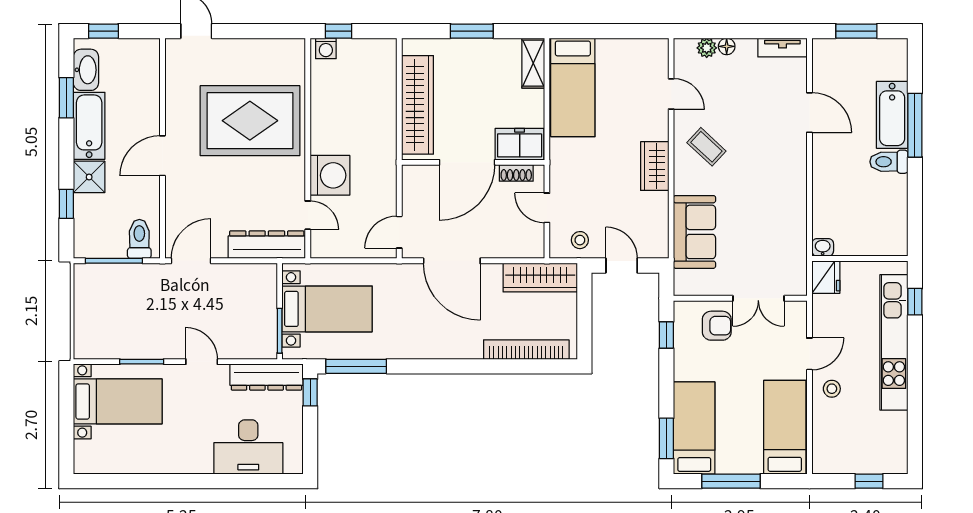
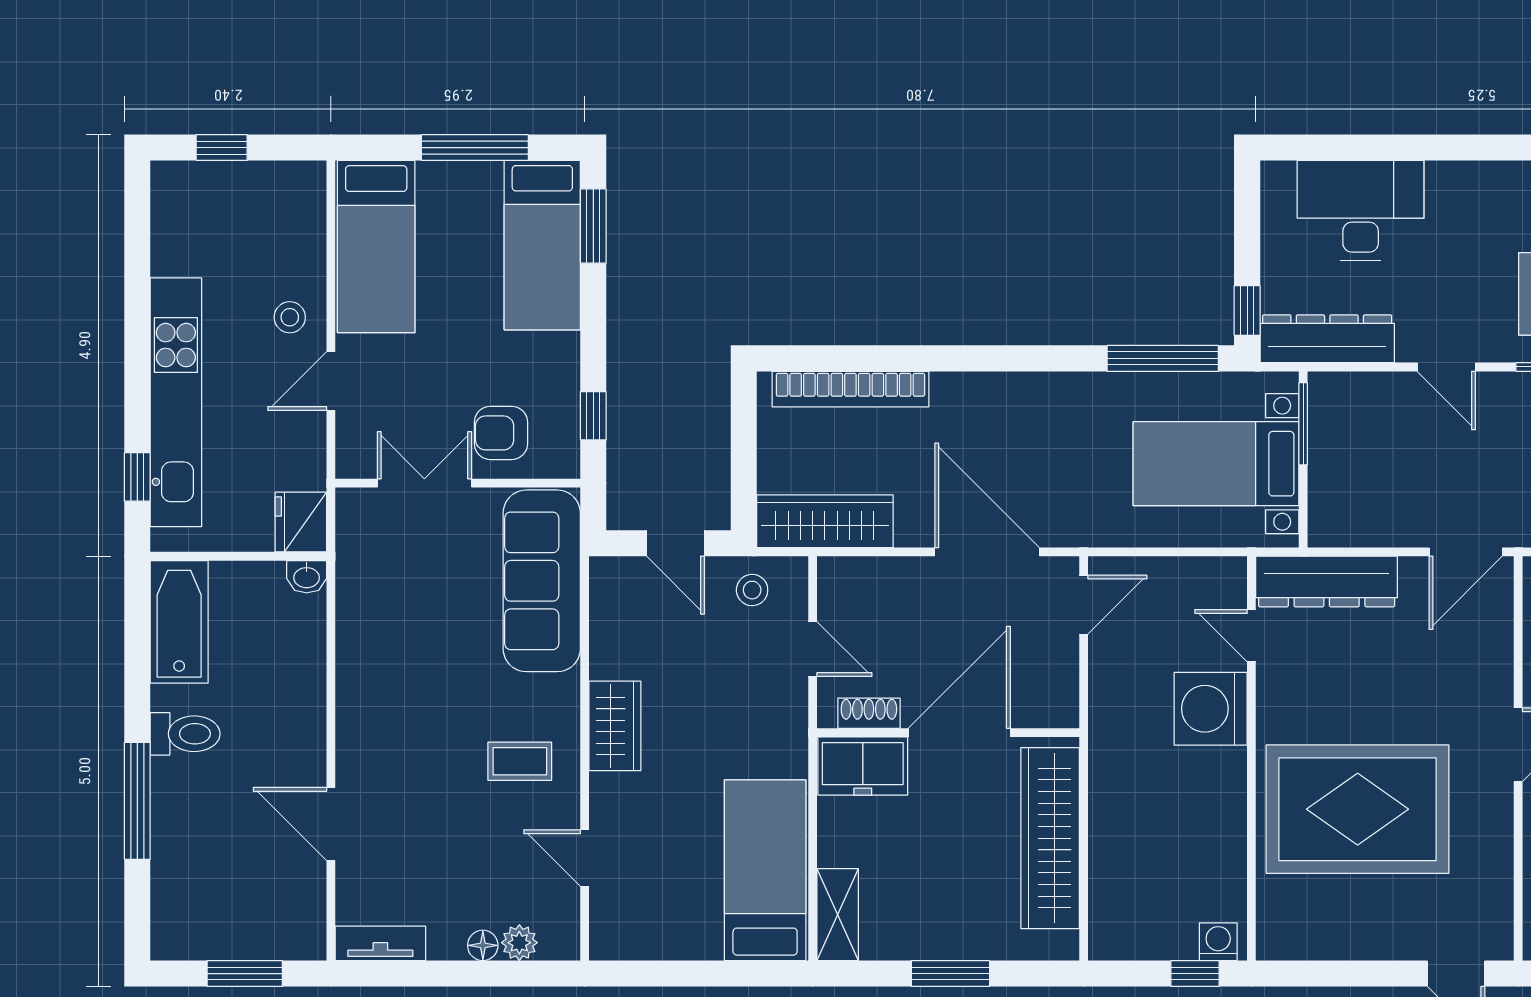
bathtub: (892, 115) -> (179, 622), moved
coffee table: (706, 147) -> (520, 761), turned -43
sofa: (695, 232) -> (542, 581), width x1.36

